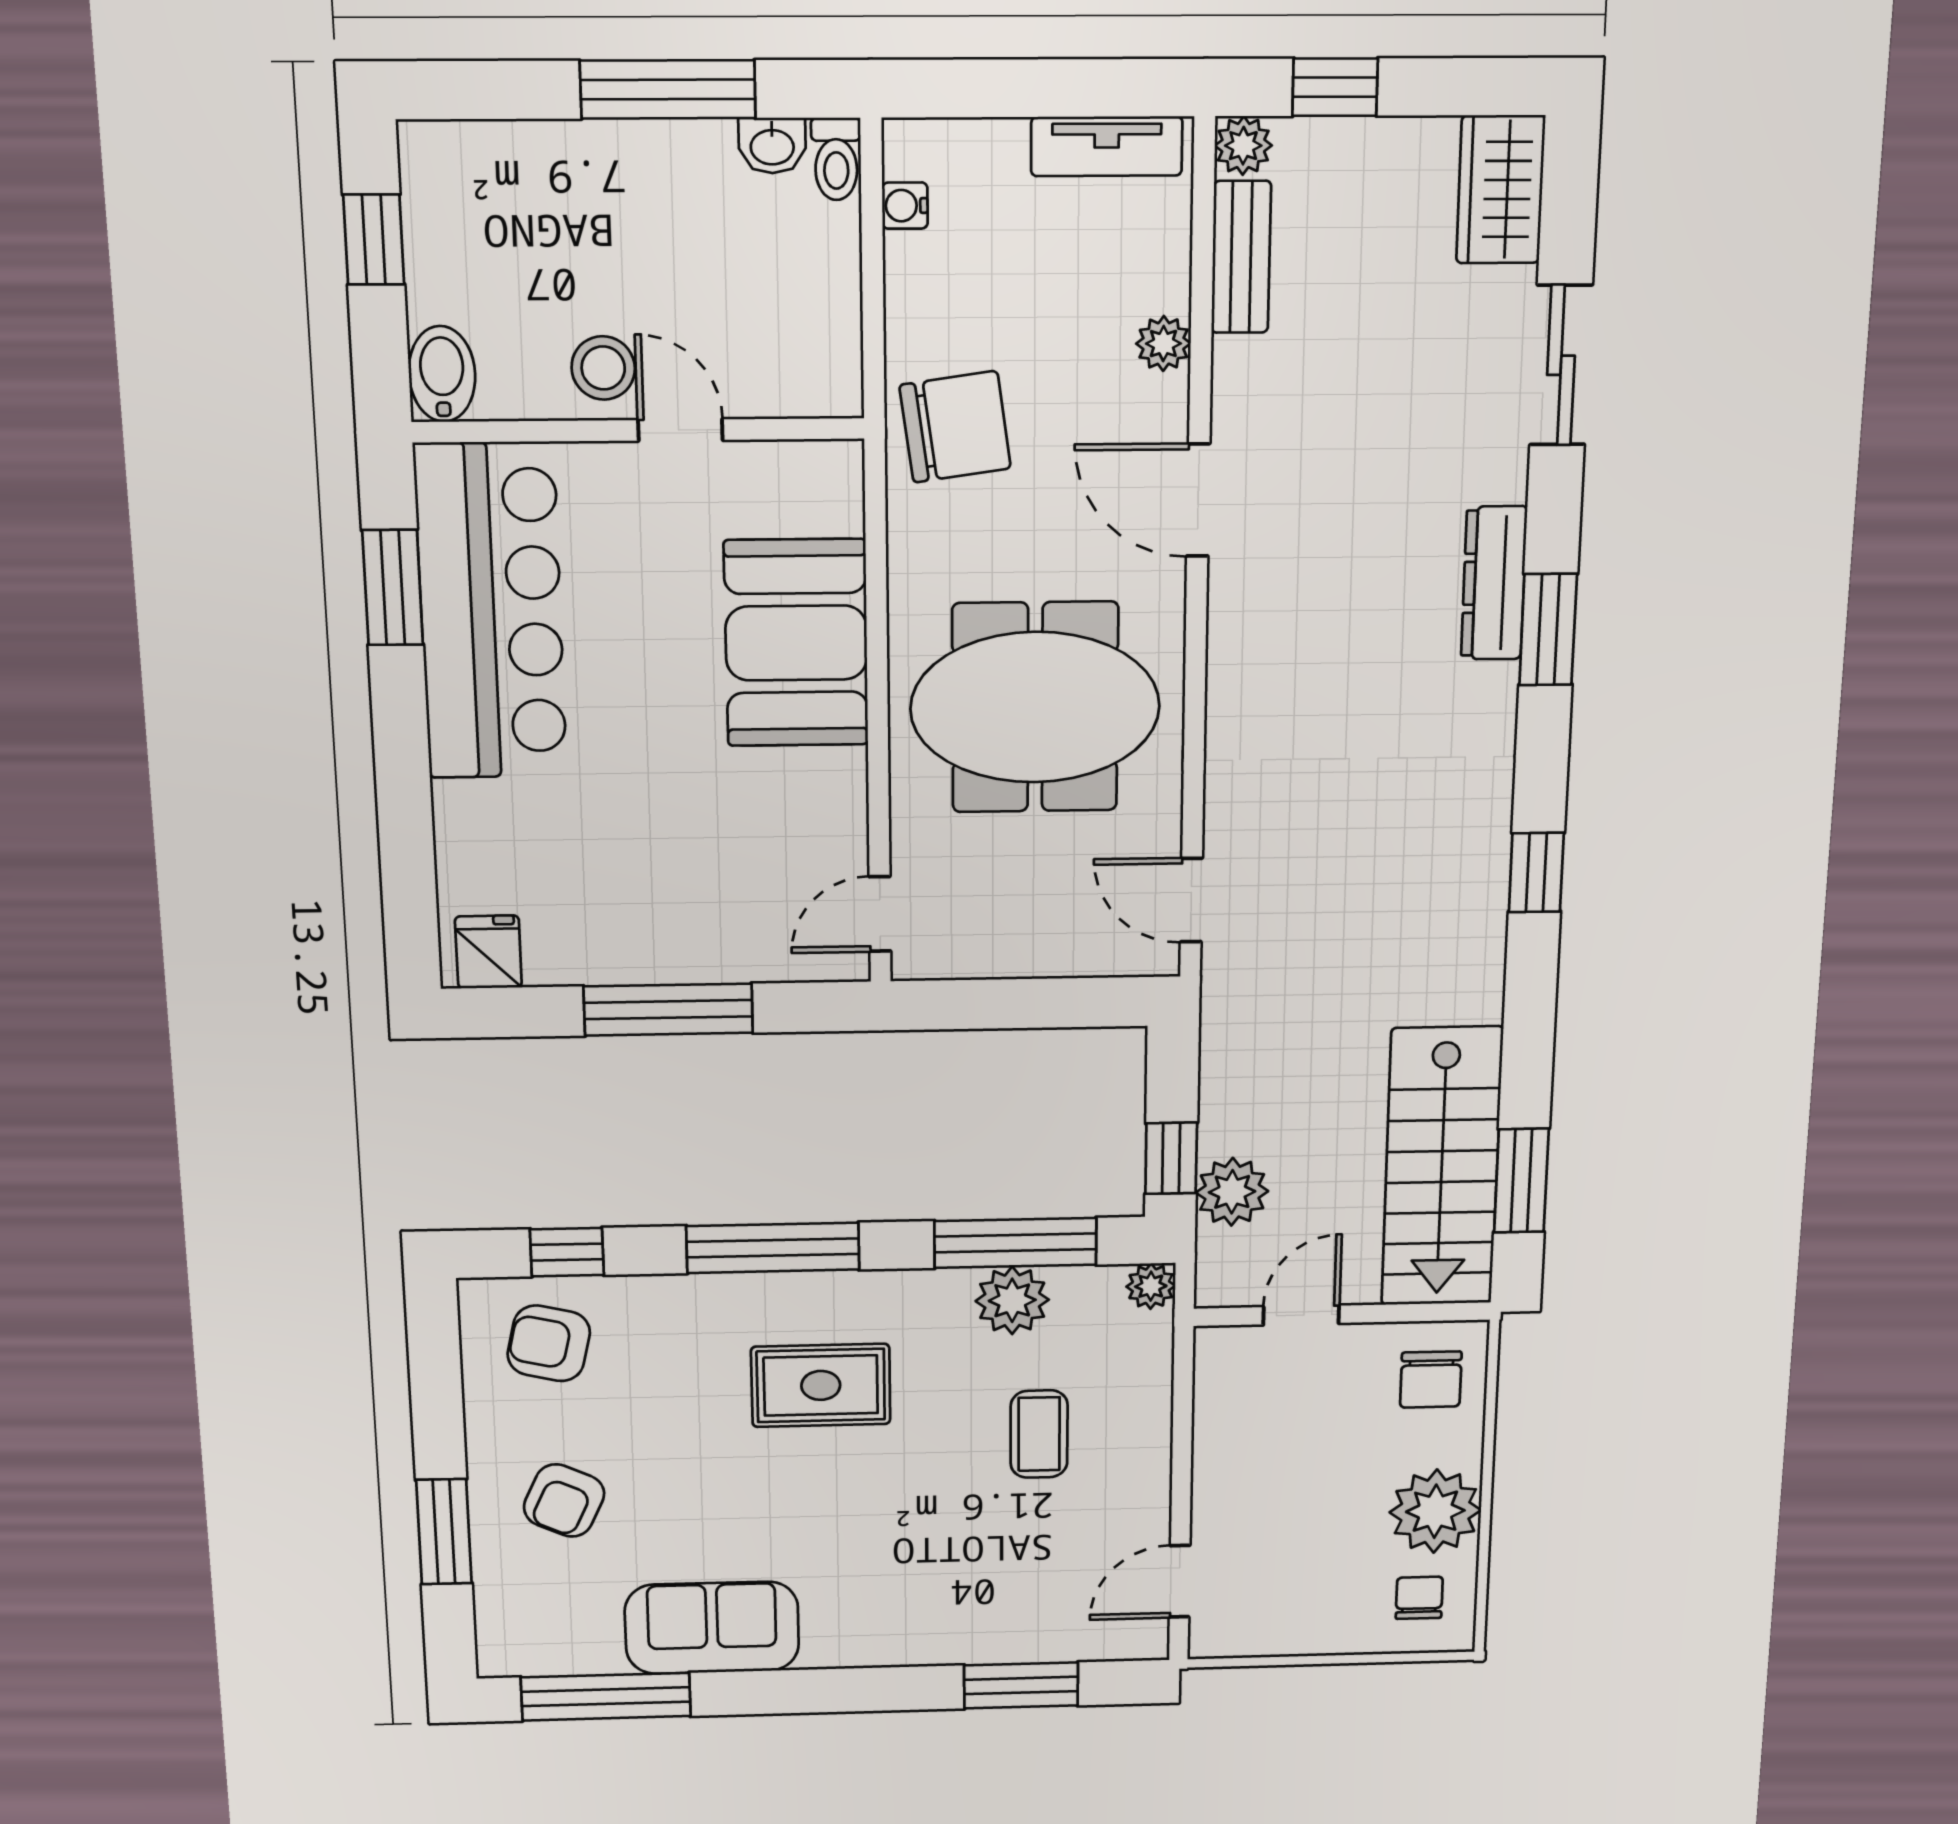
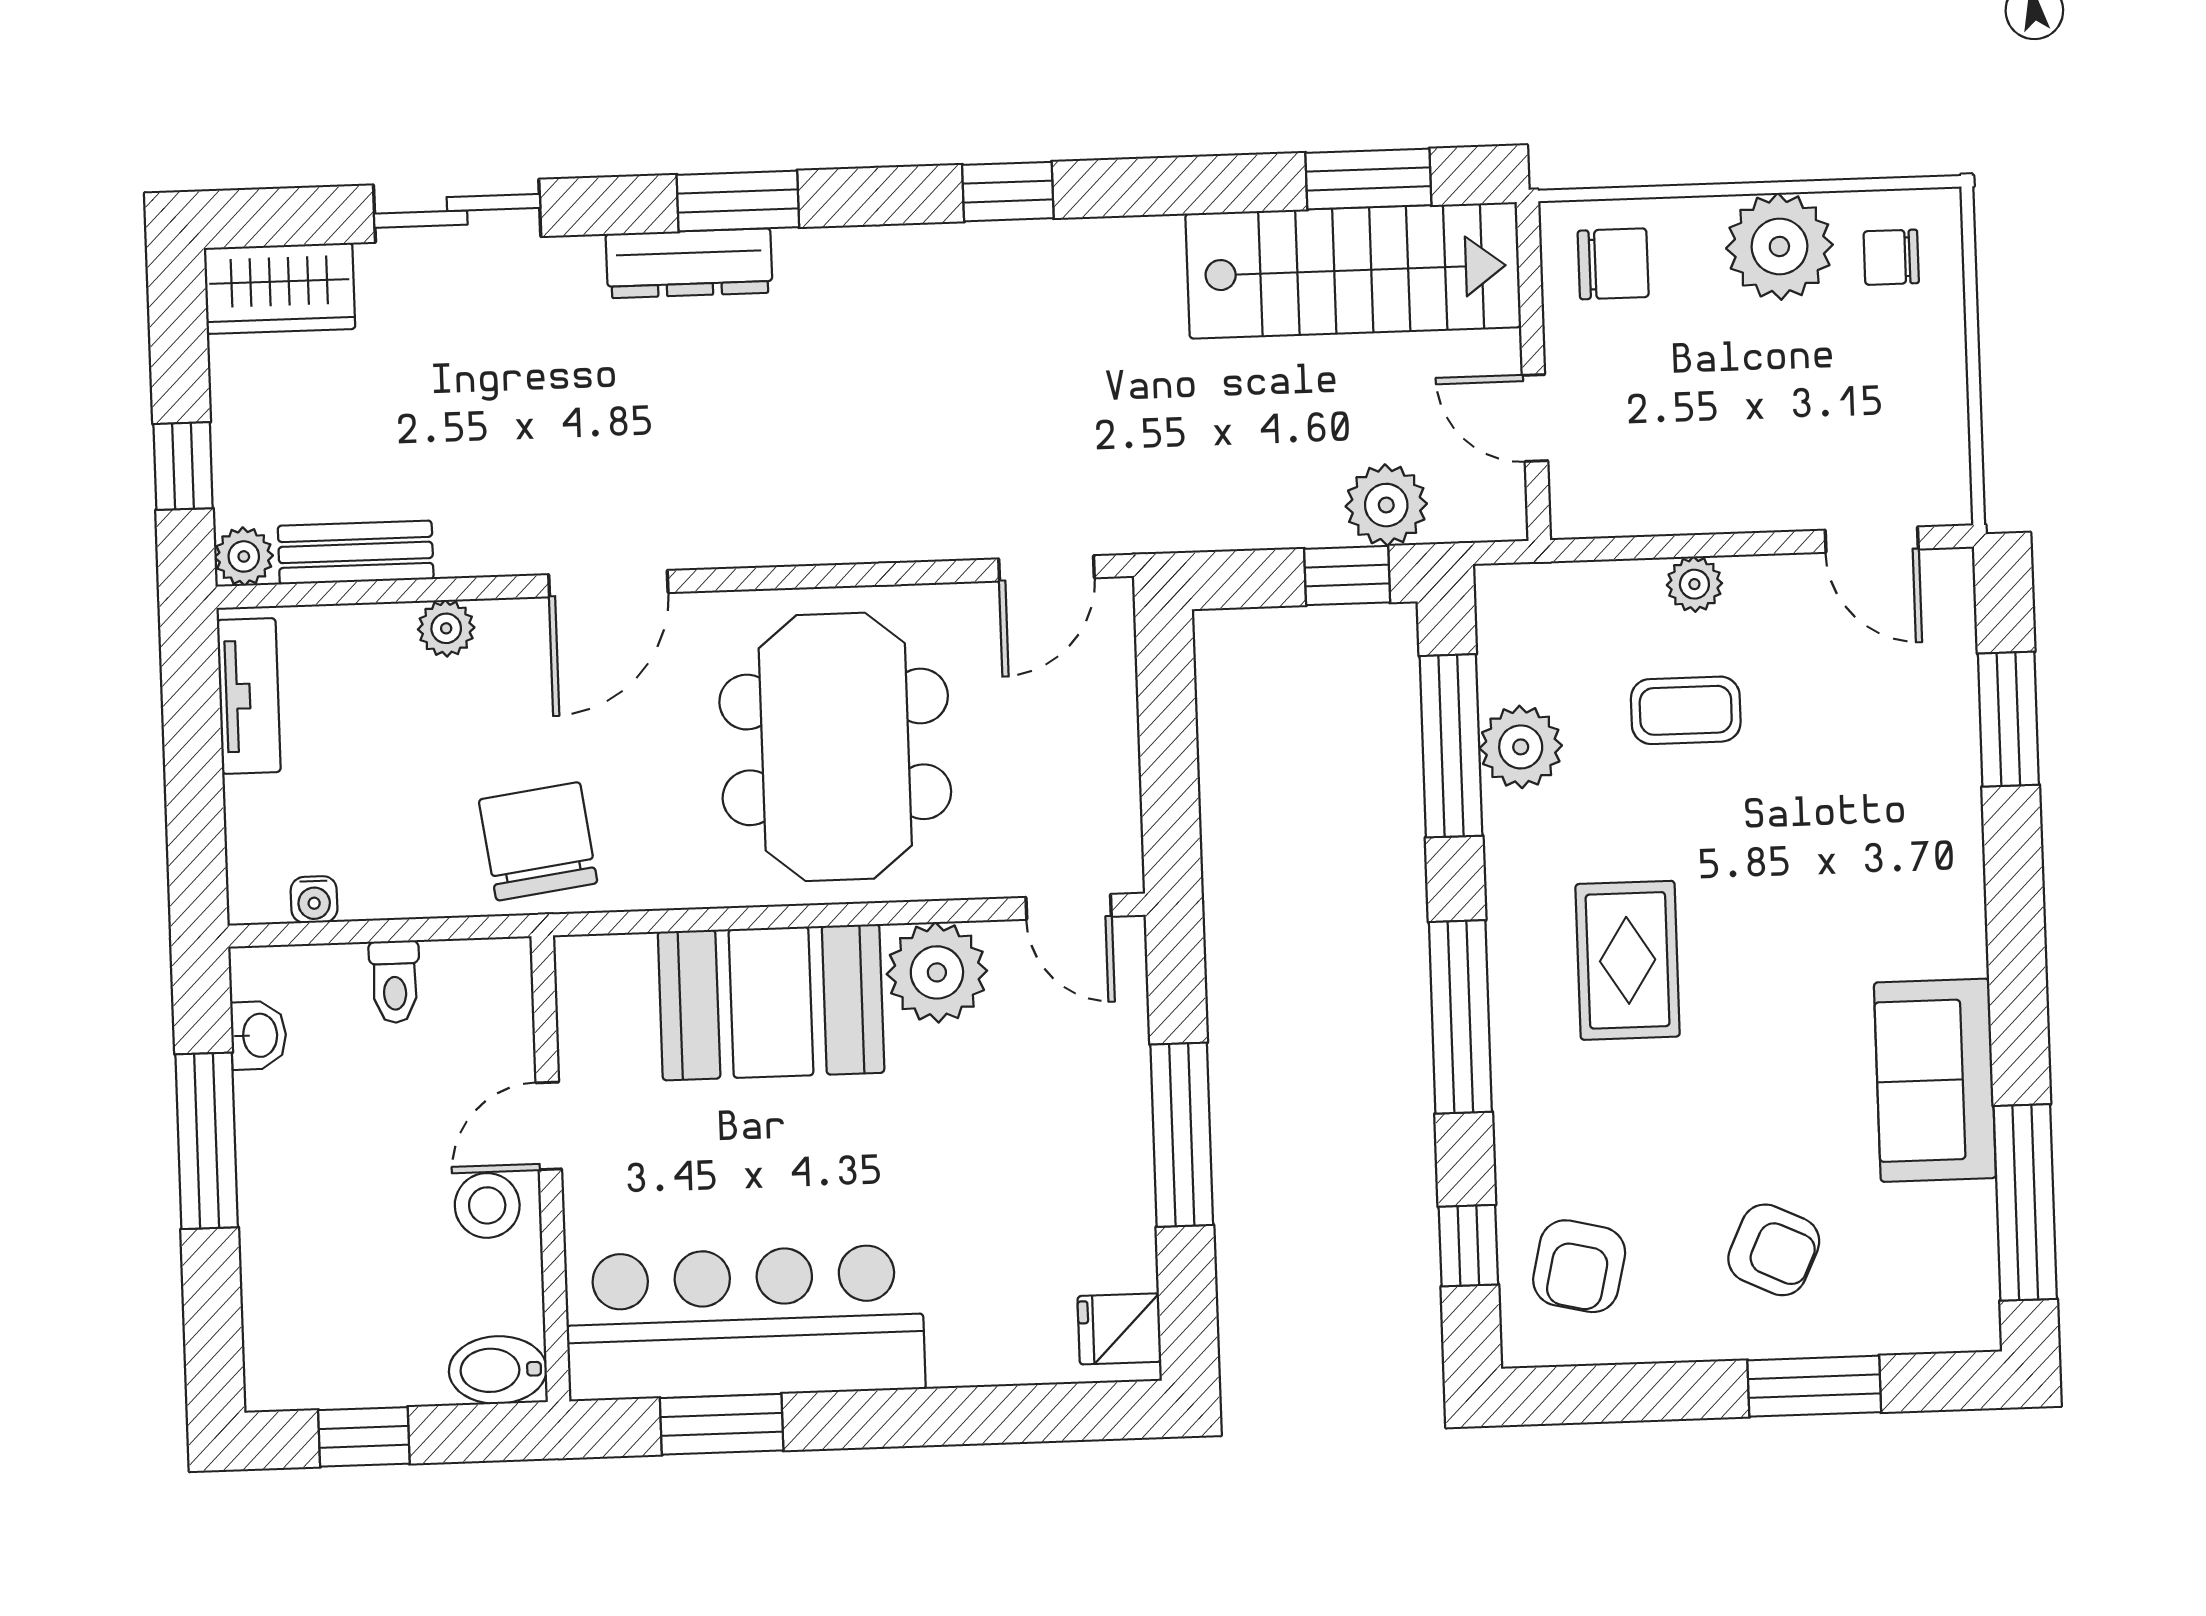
toilet: (836, 159) -> (395, 982), moved, turned 90
plant: (822, 795) -> (937, 972), added
plant: (1151, 1286) -> (1694, 584), moved

